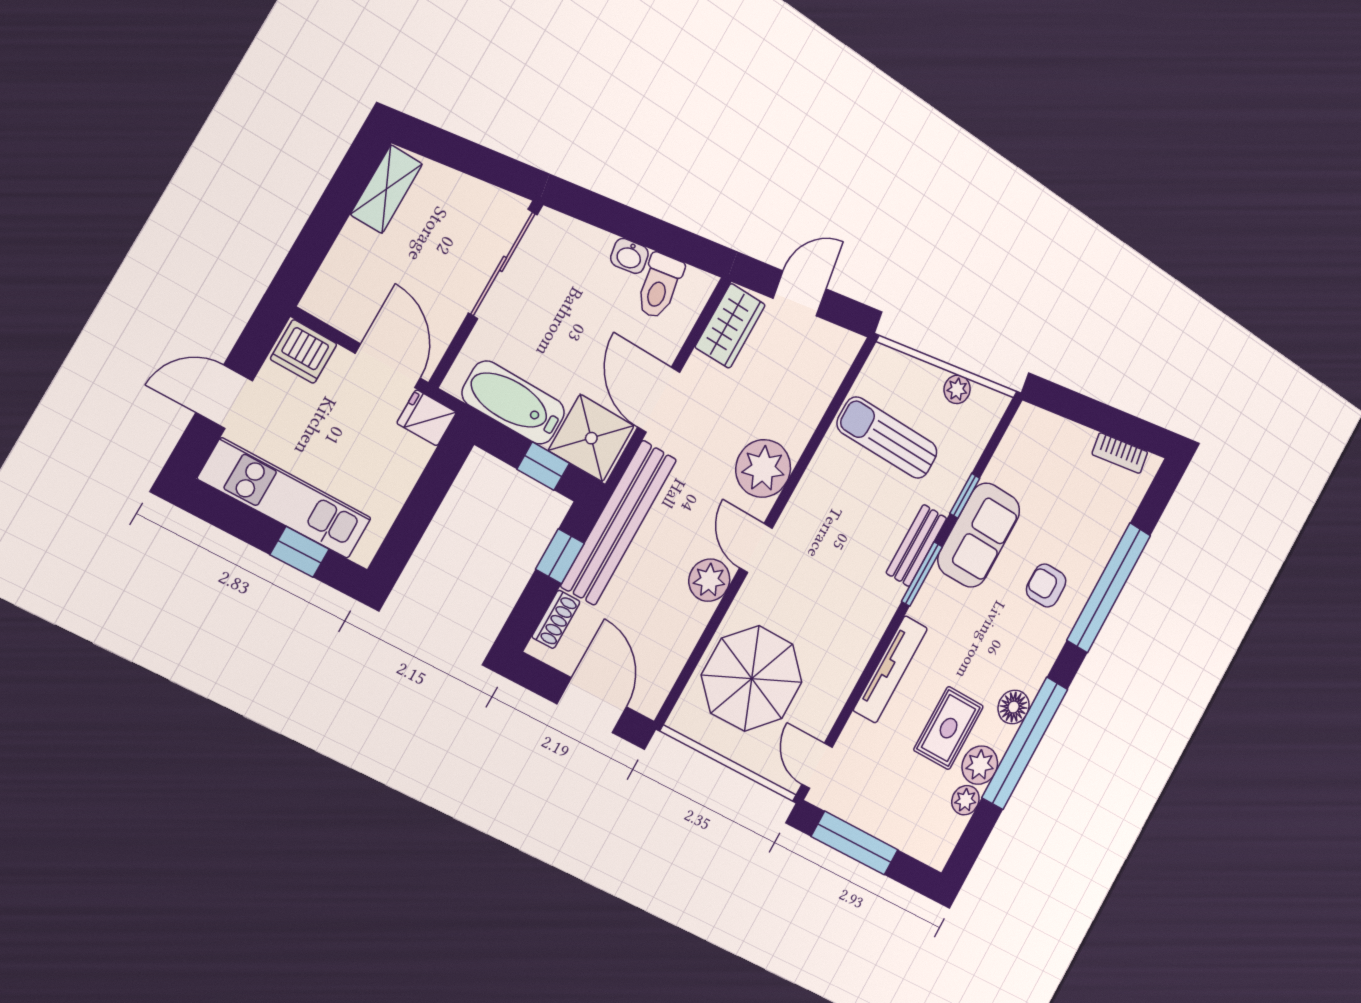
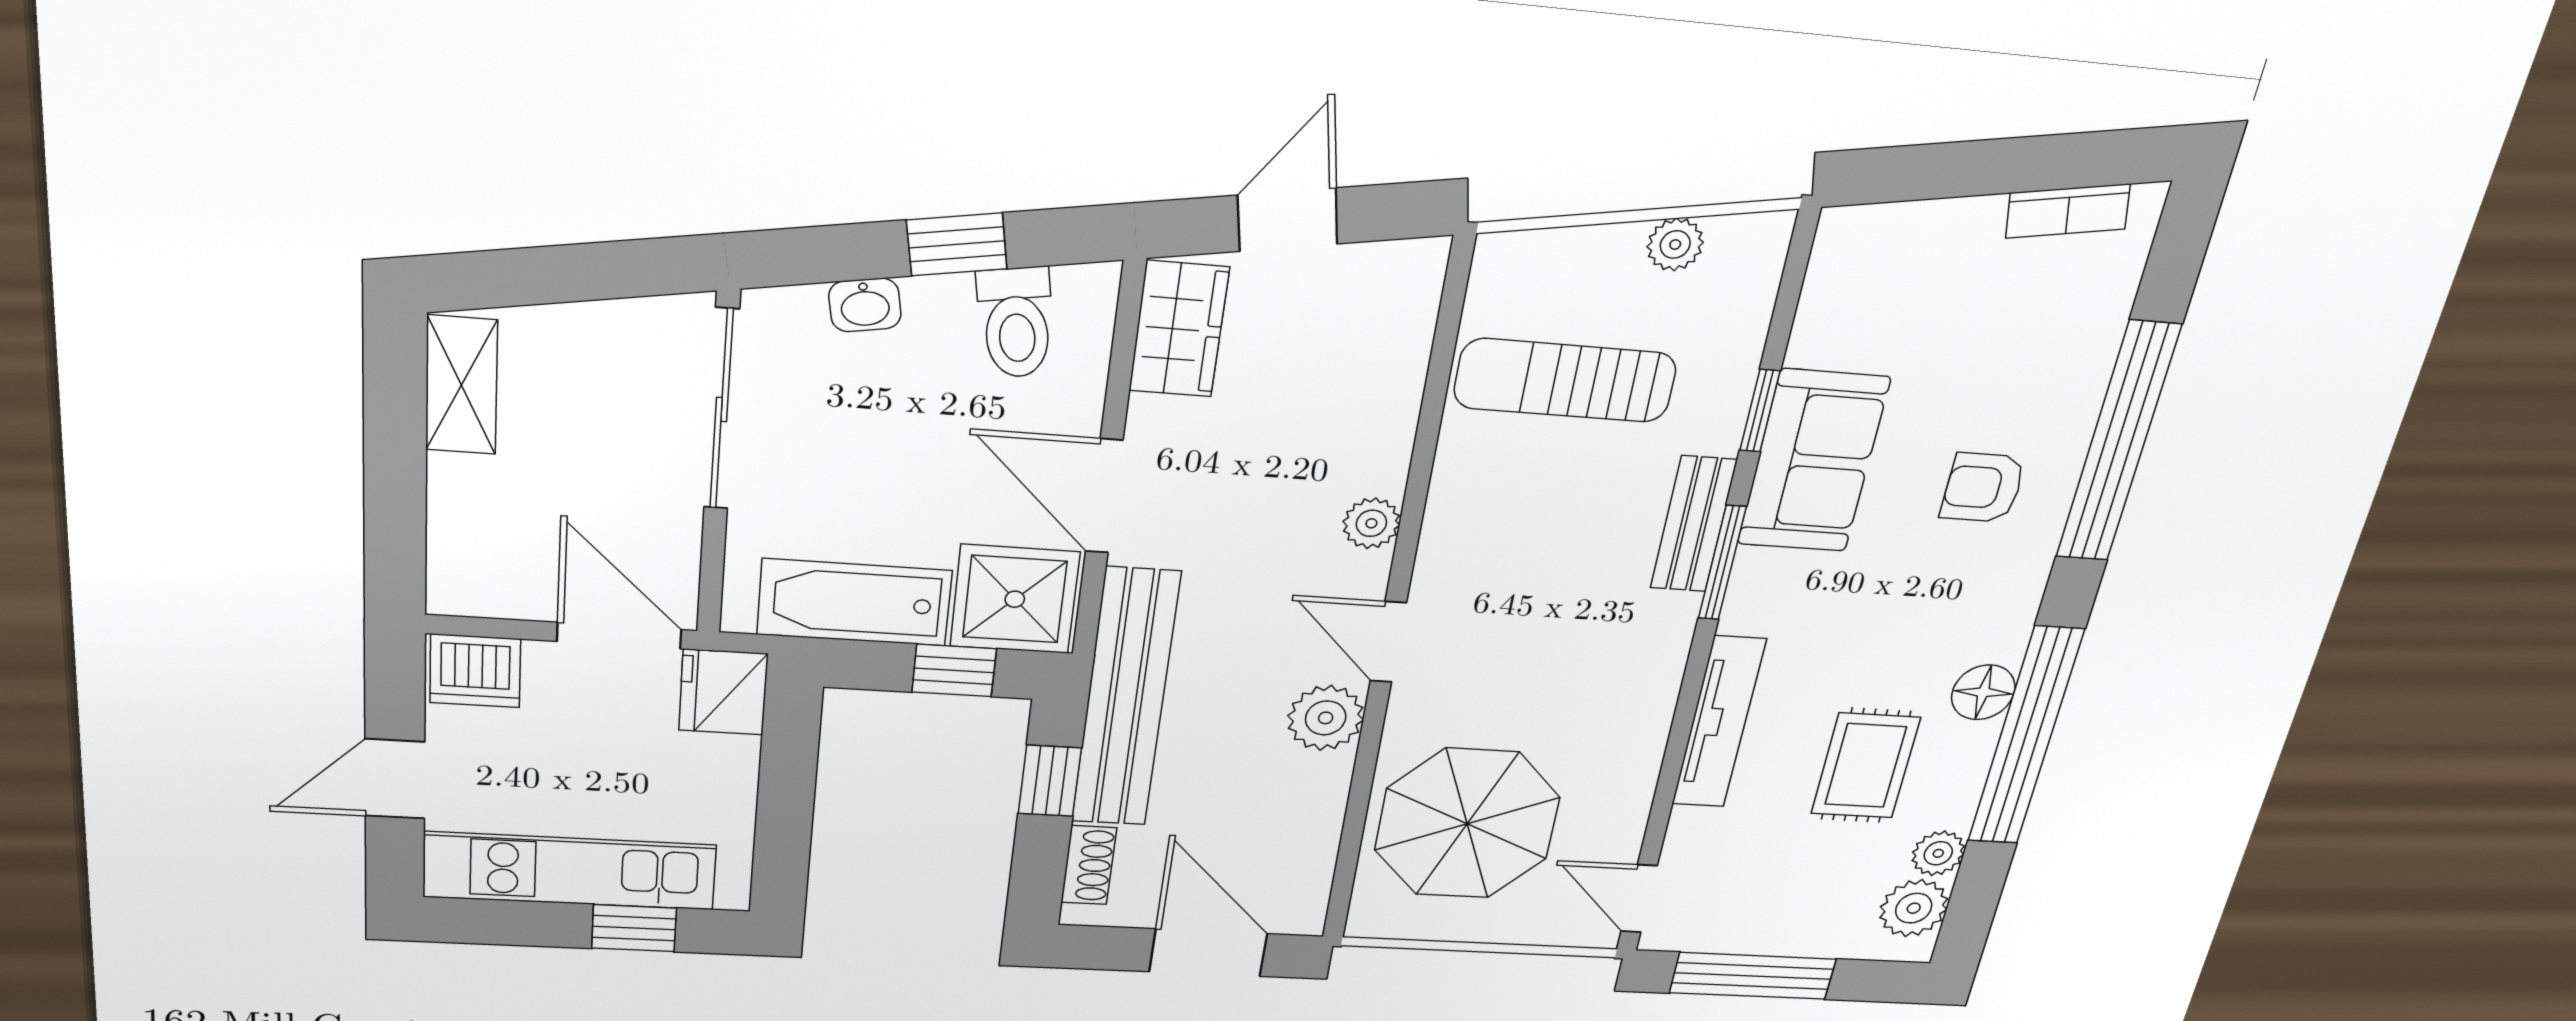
window: (651, 232) -> (957, 244), added
washbasin: (629, 256) -> (865, 305), moved
fridge: (427, 418) -> (723, 692), width x1.38
plant: (763, 468) -> (1371, 523), width x0.53, depth x0.53
plant: (980, 765) -> (1914, 908), moved

